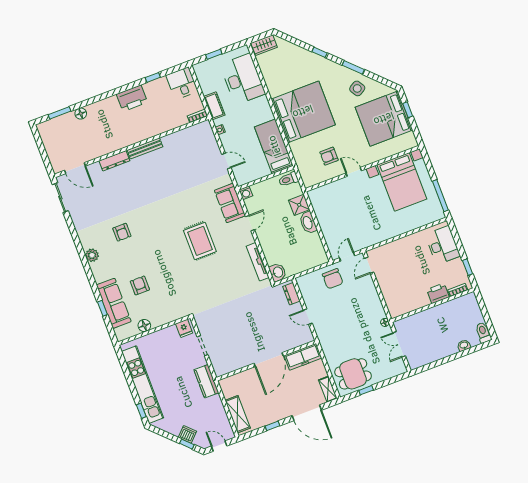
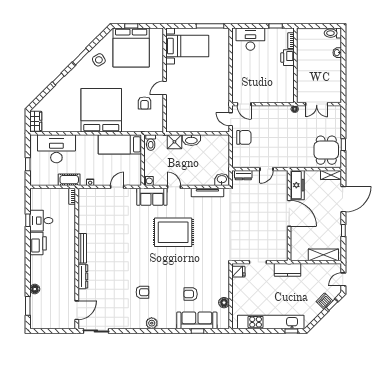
desk: (182, 83) -> (41, 221), moved
bed with nightstands: (402, 182) -> (187, 46), width x0.73
rug: (200, 241) -> (173, 232), width x1.37, depth x1.44

